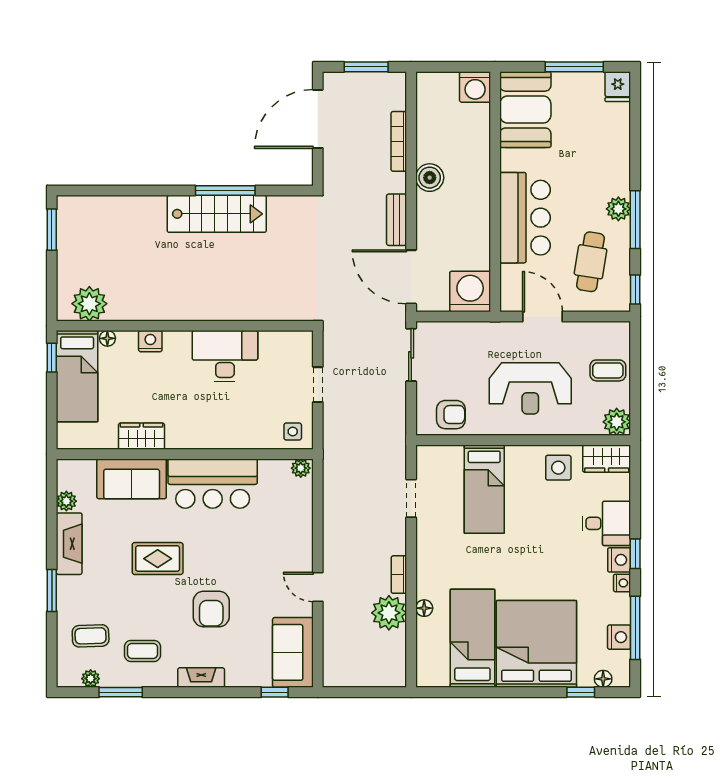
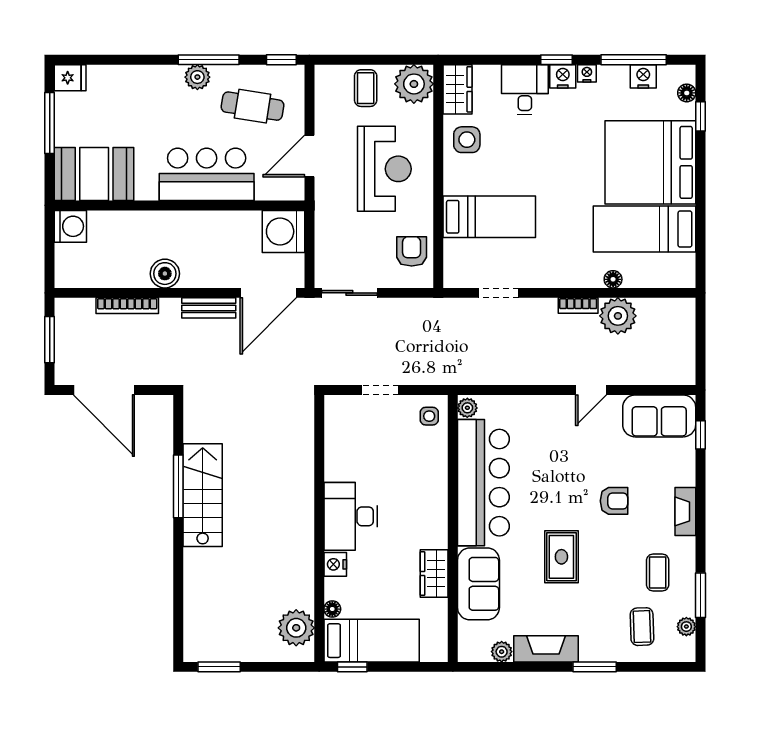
desk: (225, 356) -> (351, 516), moved
plant: (617, 422) -> (414, 84), width x1.36, depth x1.36
bar counter: (213, 484) -> (483, 483), width x1.36
armchair: (211, 609) -> (614, 501), width x0.72, depth x0.72

